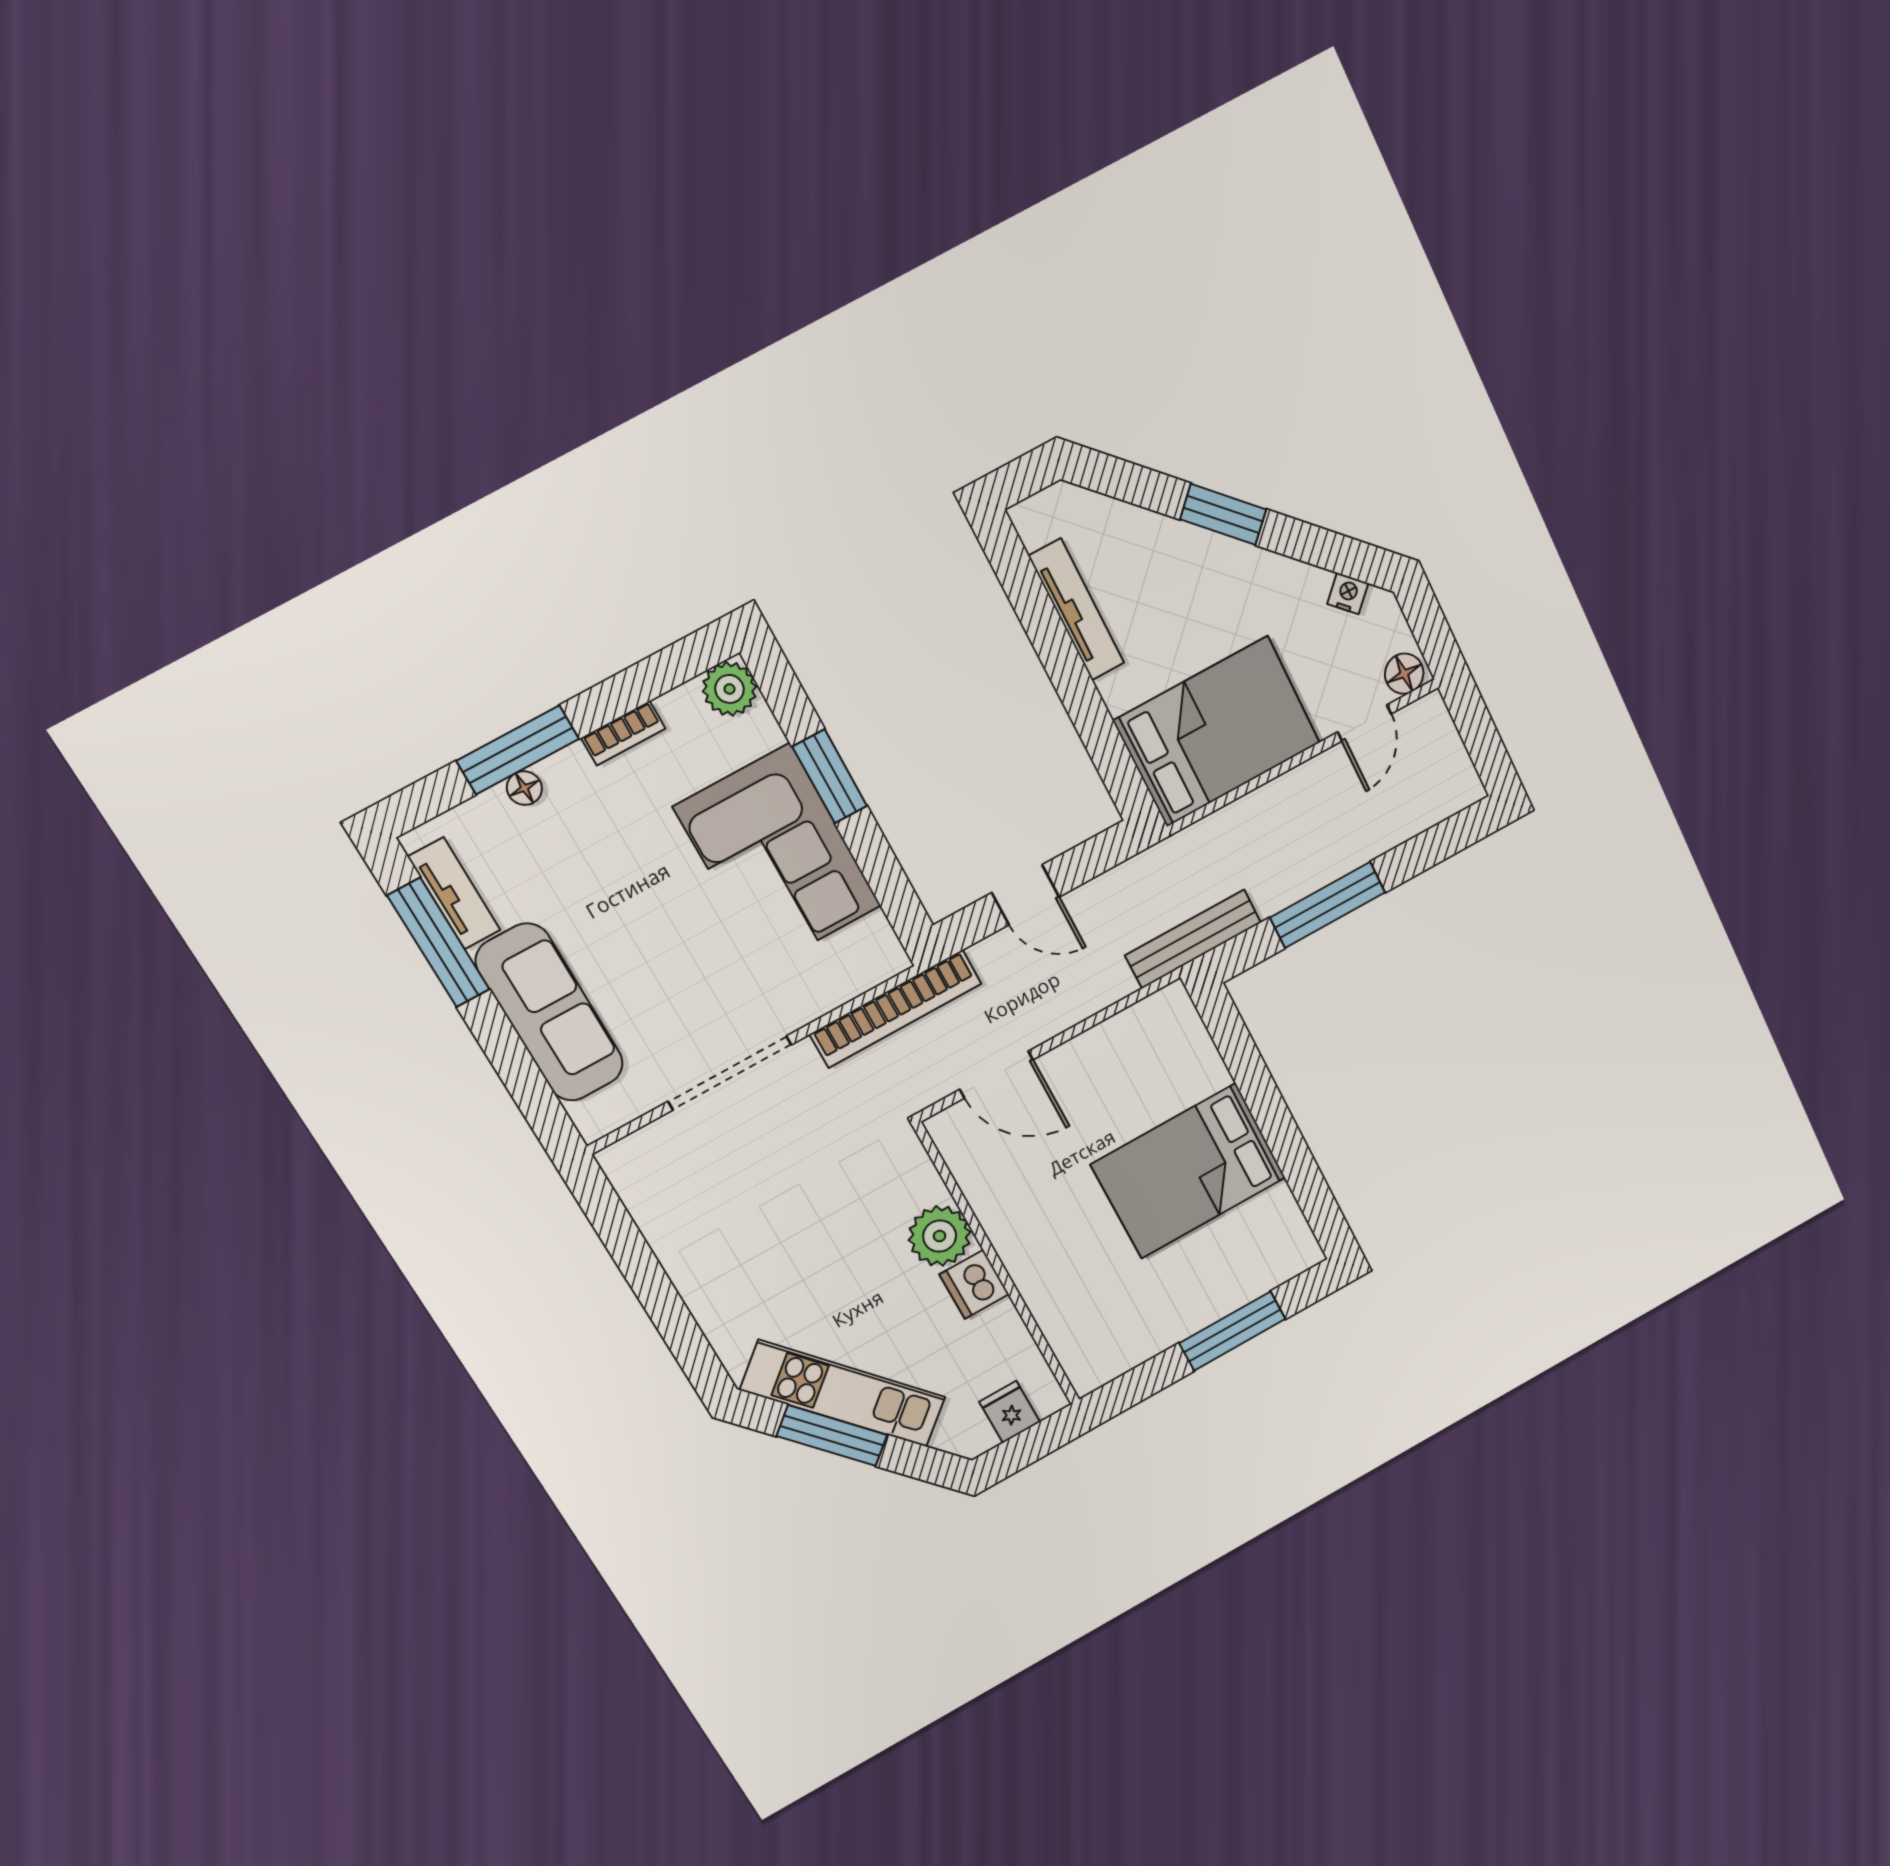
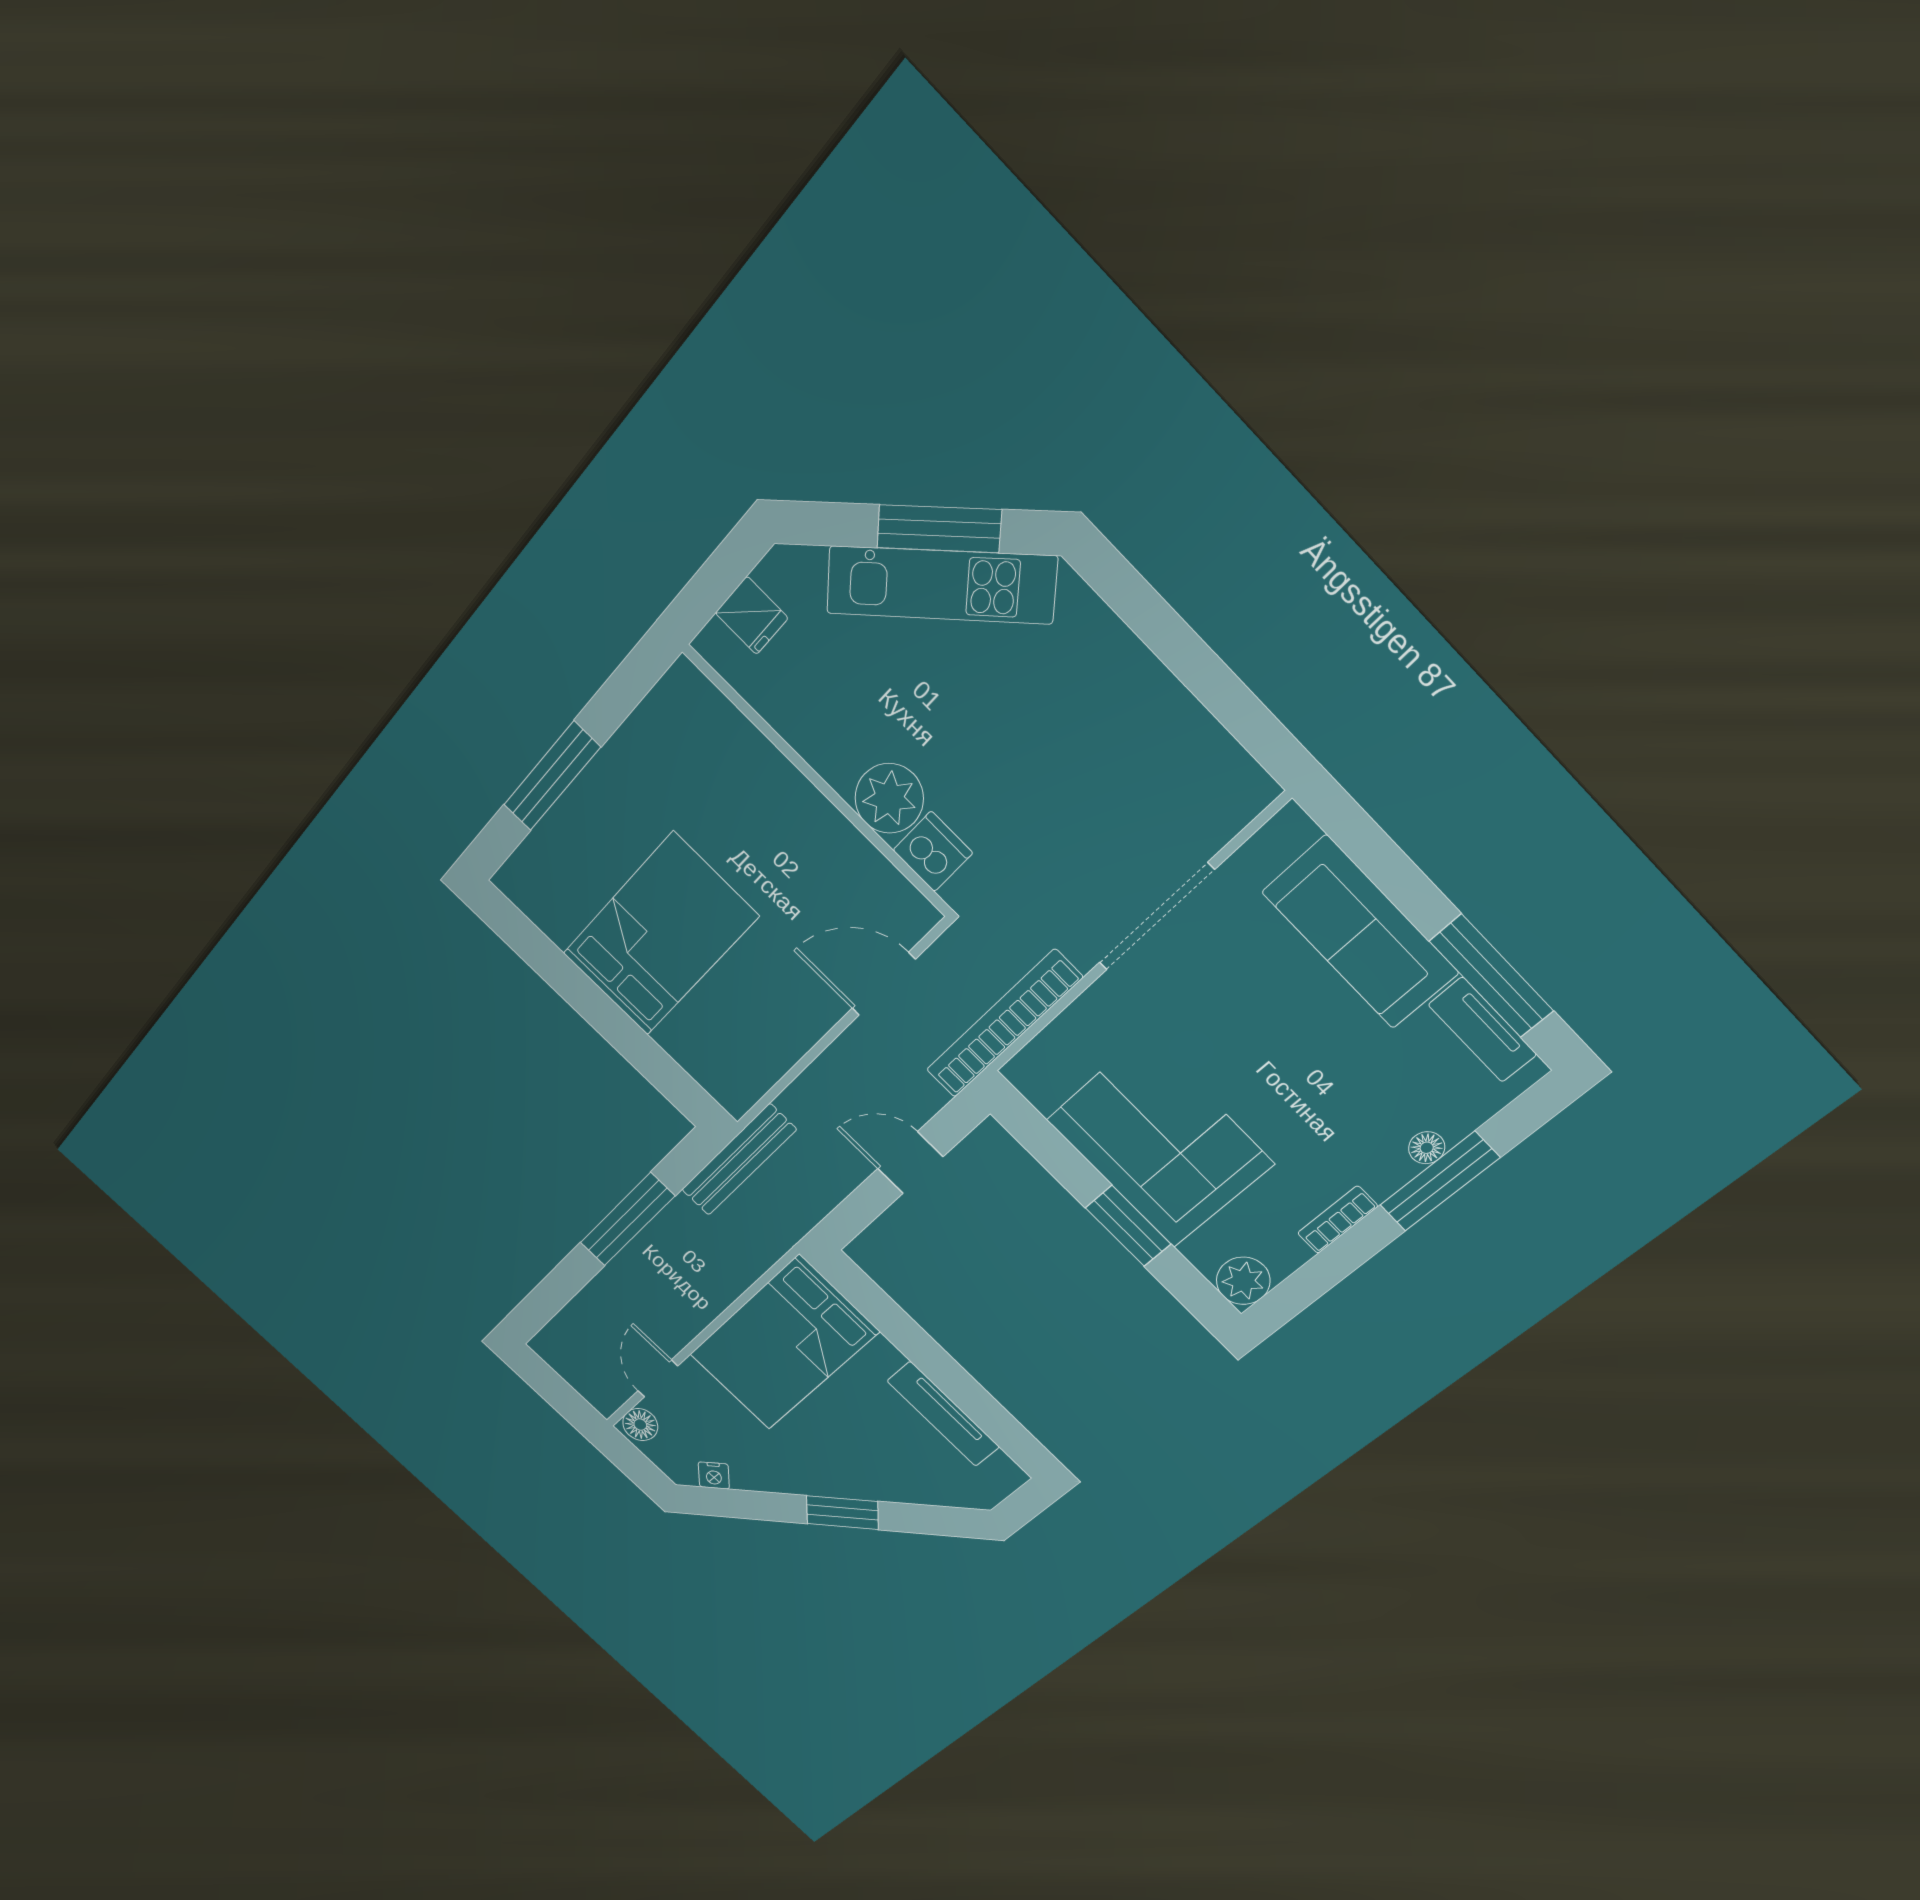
dishwasher: (974, 1284) -> (933, 852), moved

